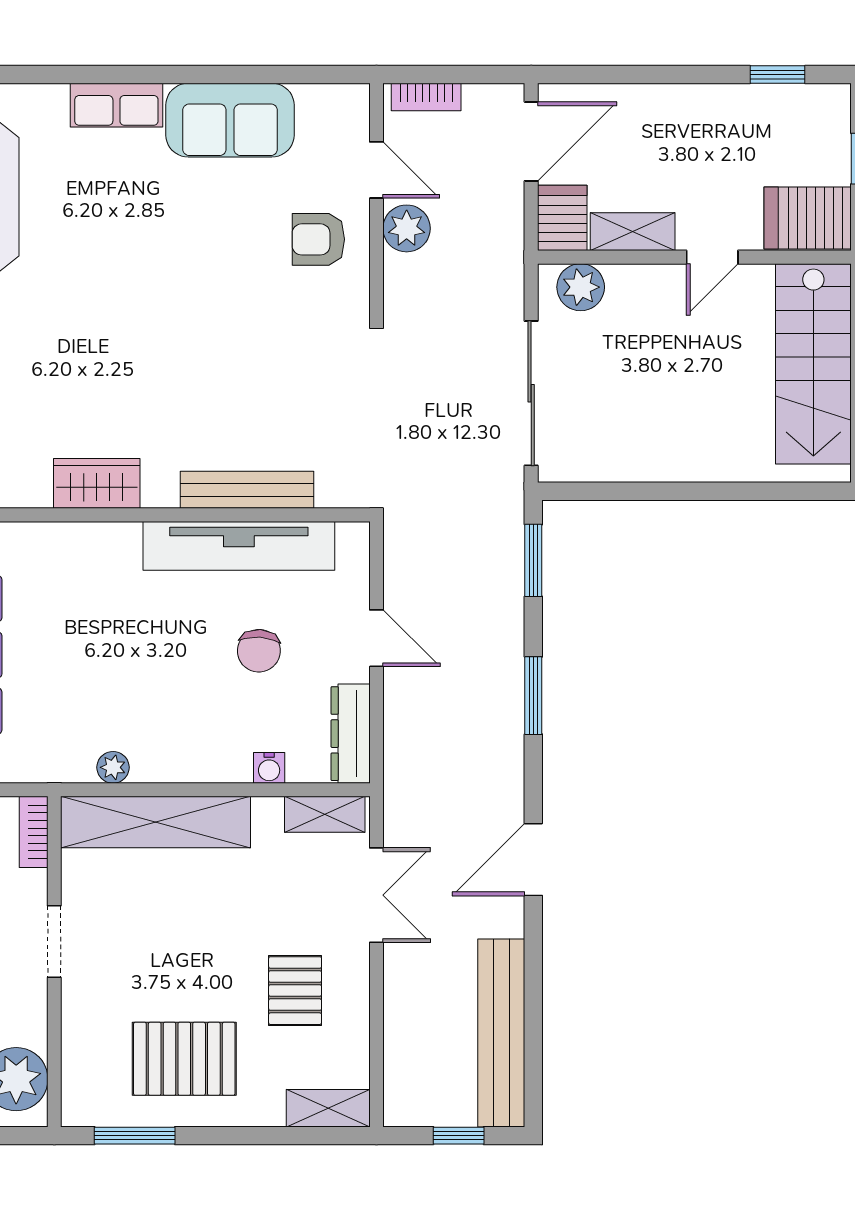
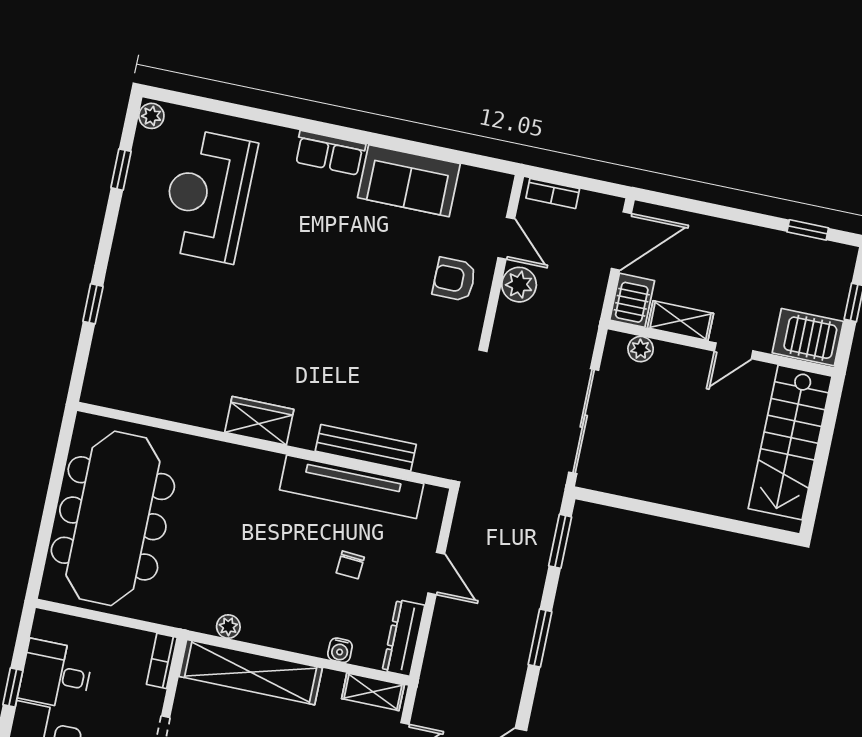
plant: (581, 287) -> (641, 349), width x0.73, depth x0.73
chair: (259, 651) -> (350, 565), width x0.73, depth x0.73

